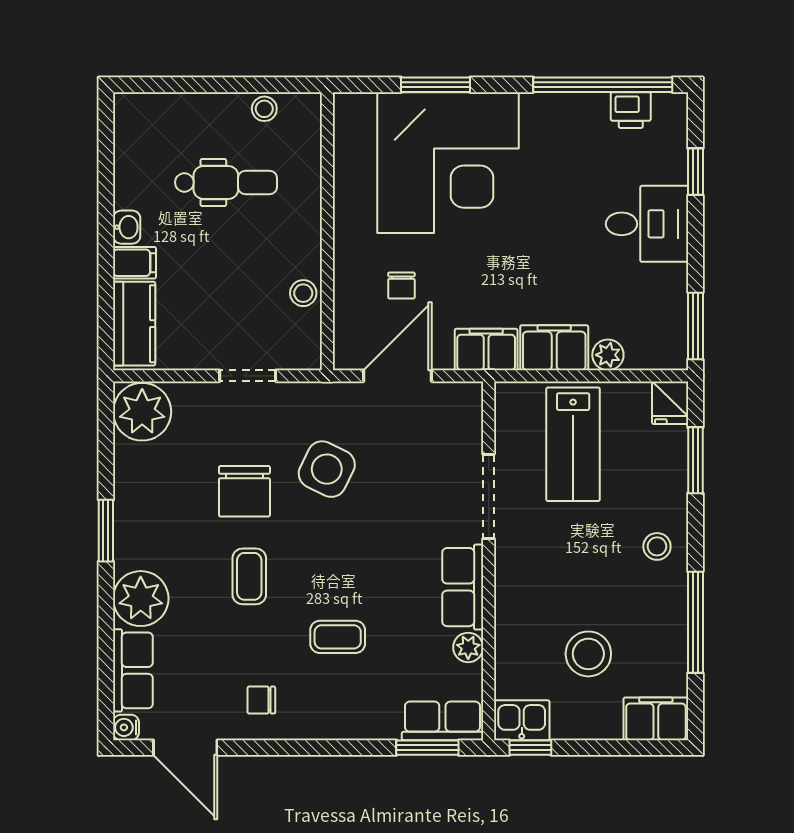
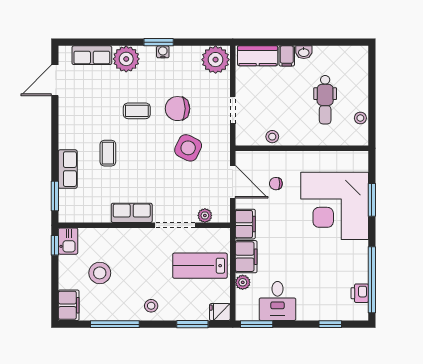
desk: (647, 224) -> (277, 301), moved
plant: (468, 647) -> (205, 215), moved
chair: (261, 700) -> (78, 117), removed
row of seats: (442, 721) -> (68, 169), moved
water cooler: (126, 727) -> (163, 52), moved

